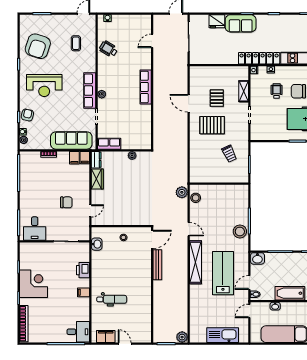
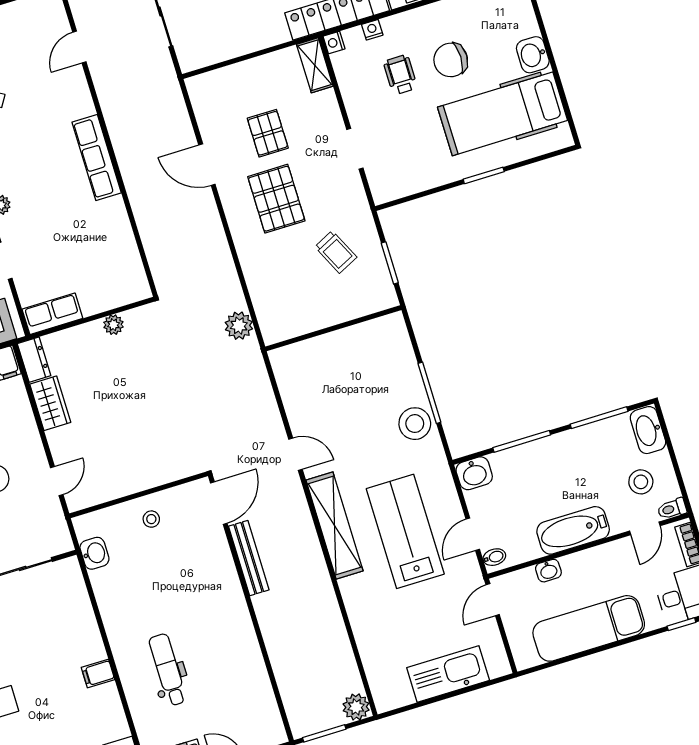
shelving: (244, 91) -> (315, 65), moved
pallet: (212, 125) -> (276, 199), turned 90
plant: (182, 192) -> (239, 326), moved
stool: (196, 198) -> (289, 377), removed
printer: (83, 270) -> (81, 623), removed
dental chair: (112, 299) -> (168, 670), turned -90

